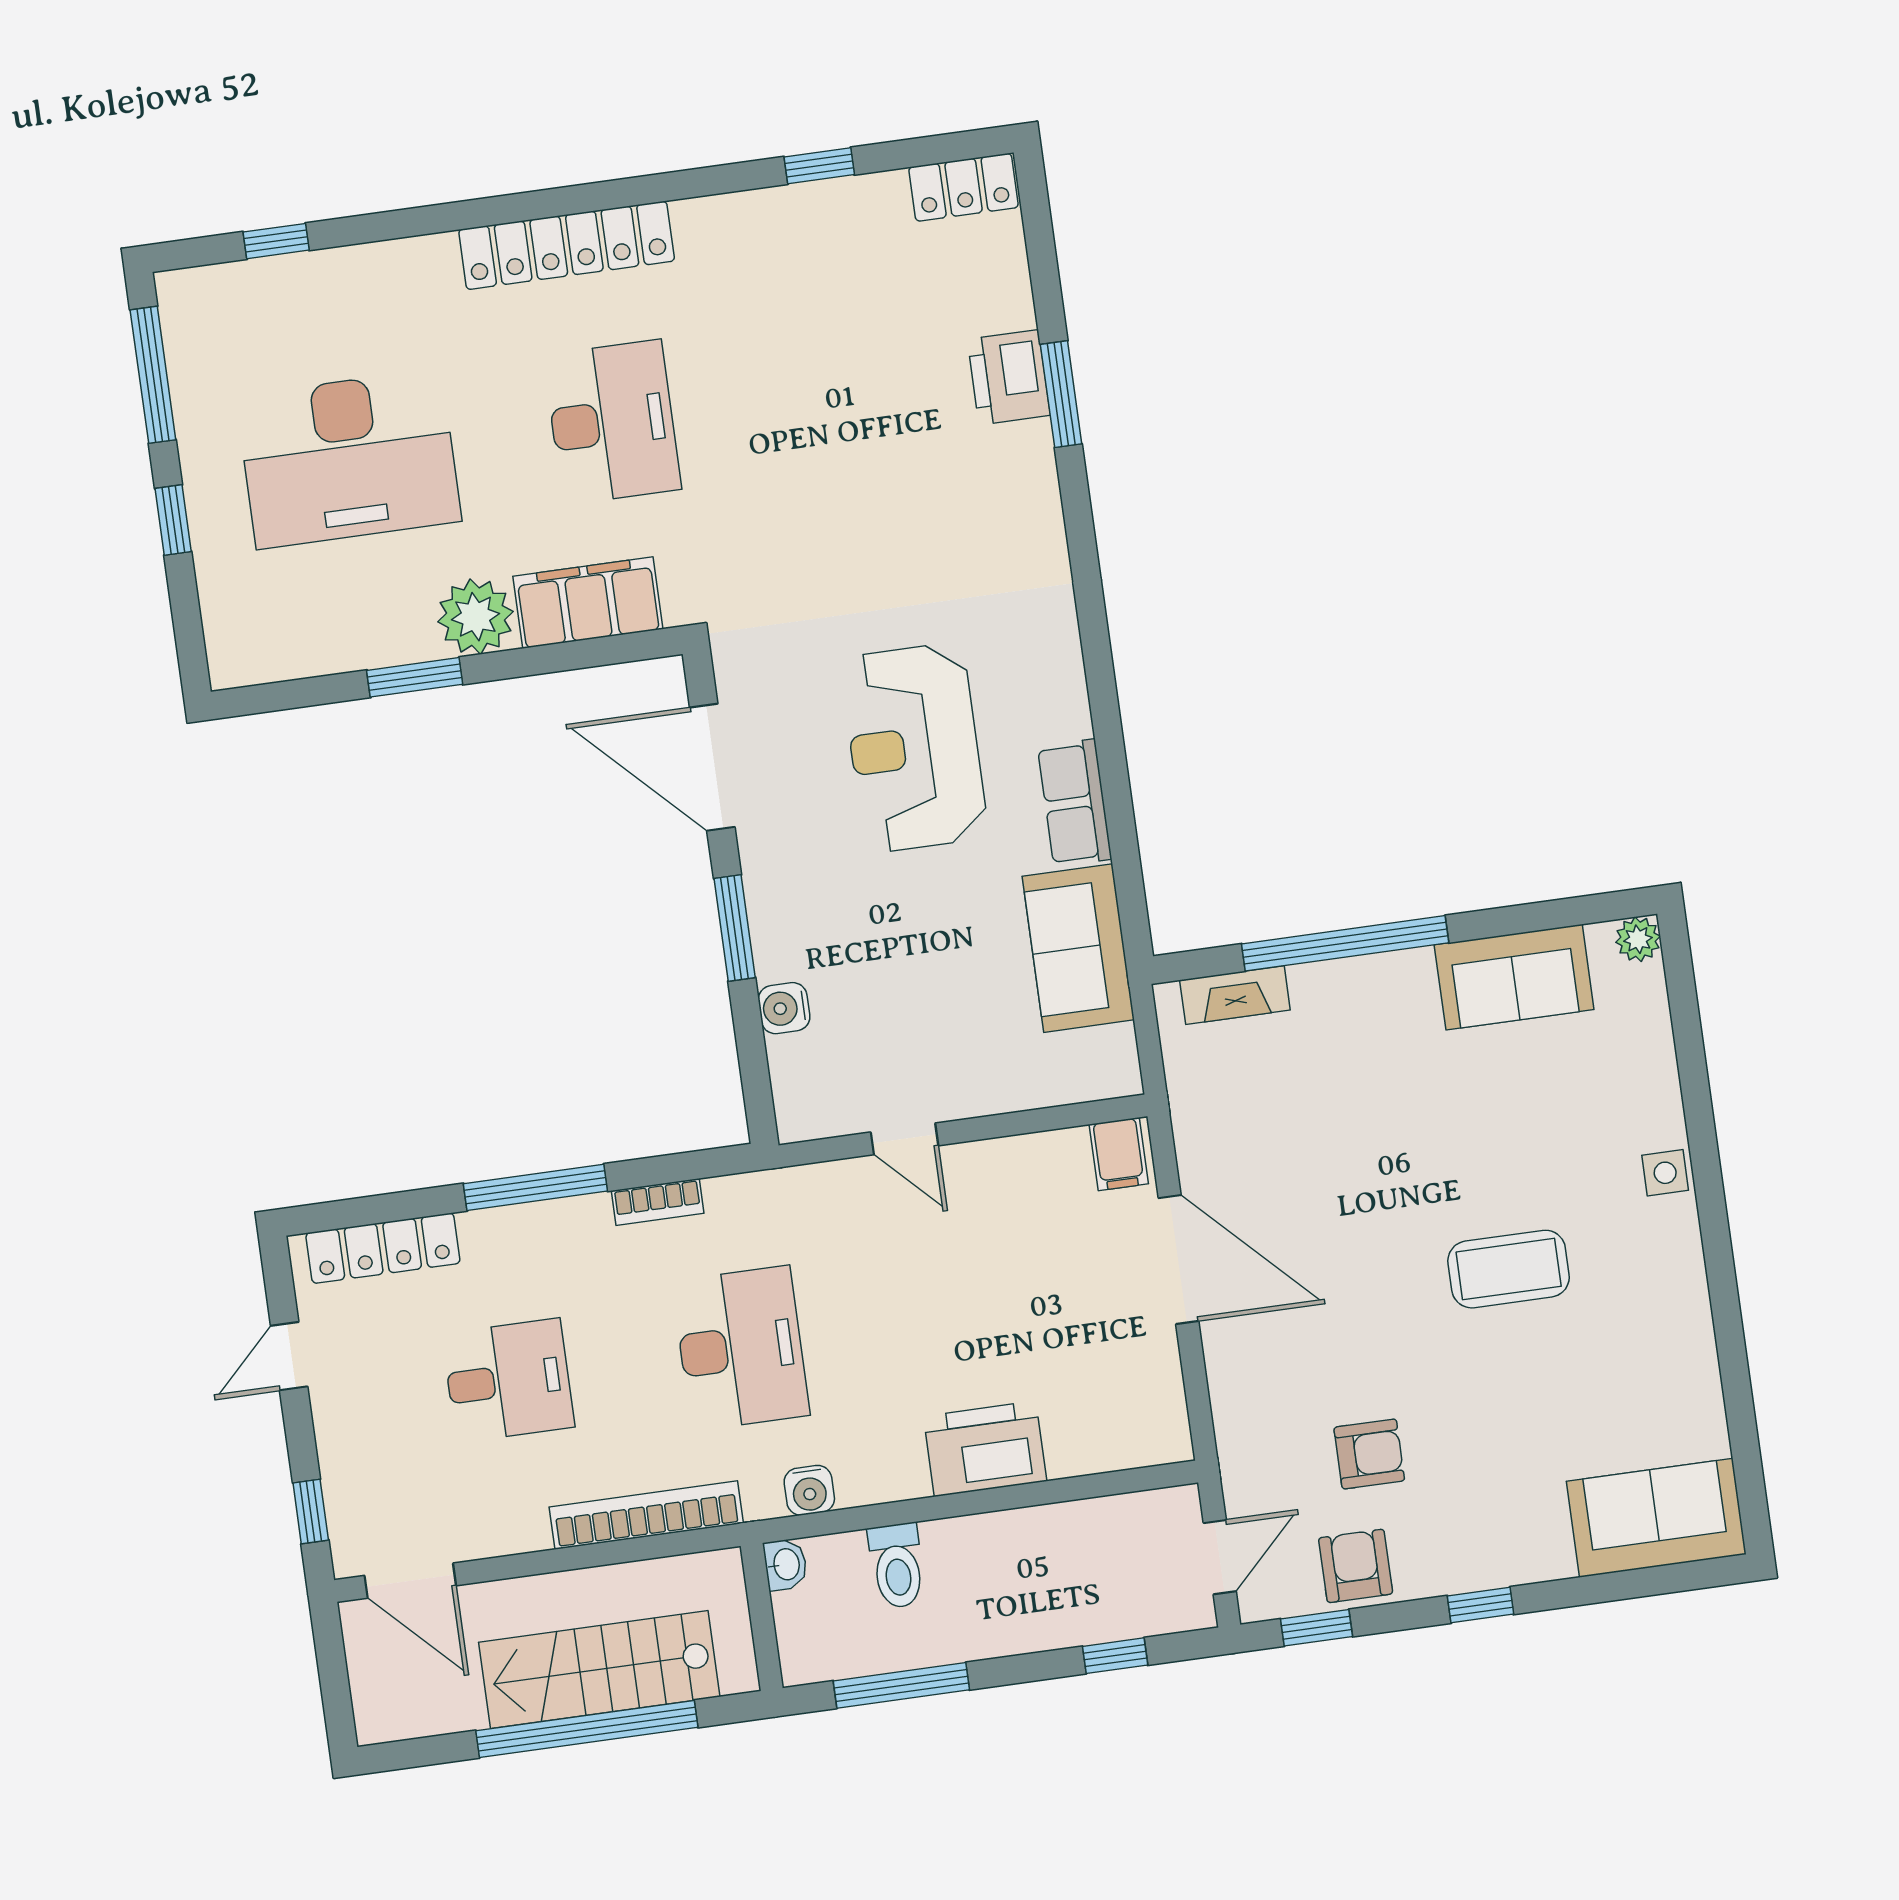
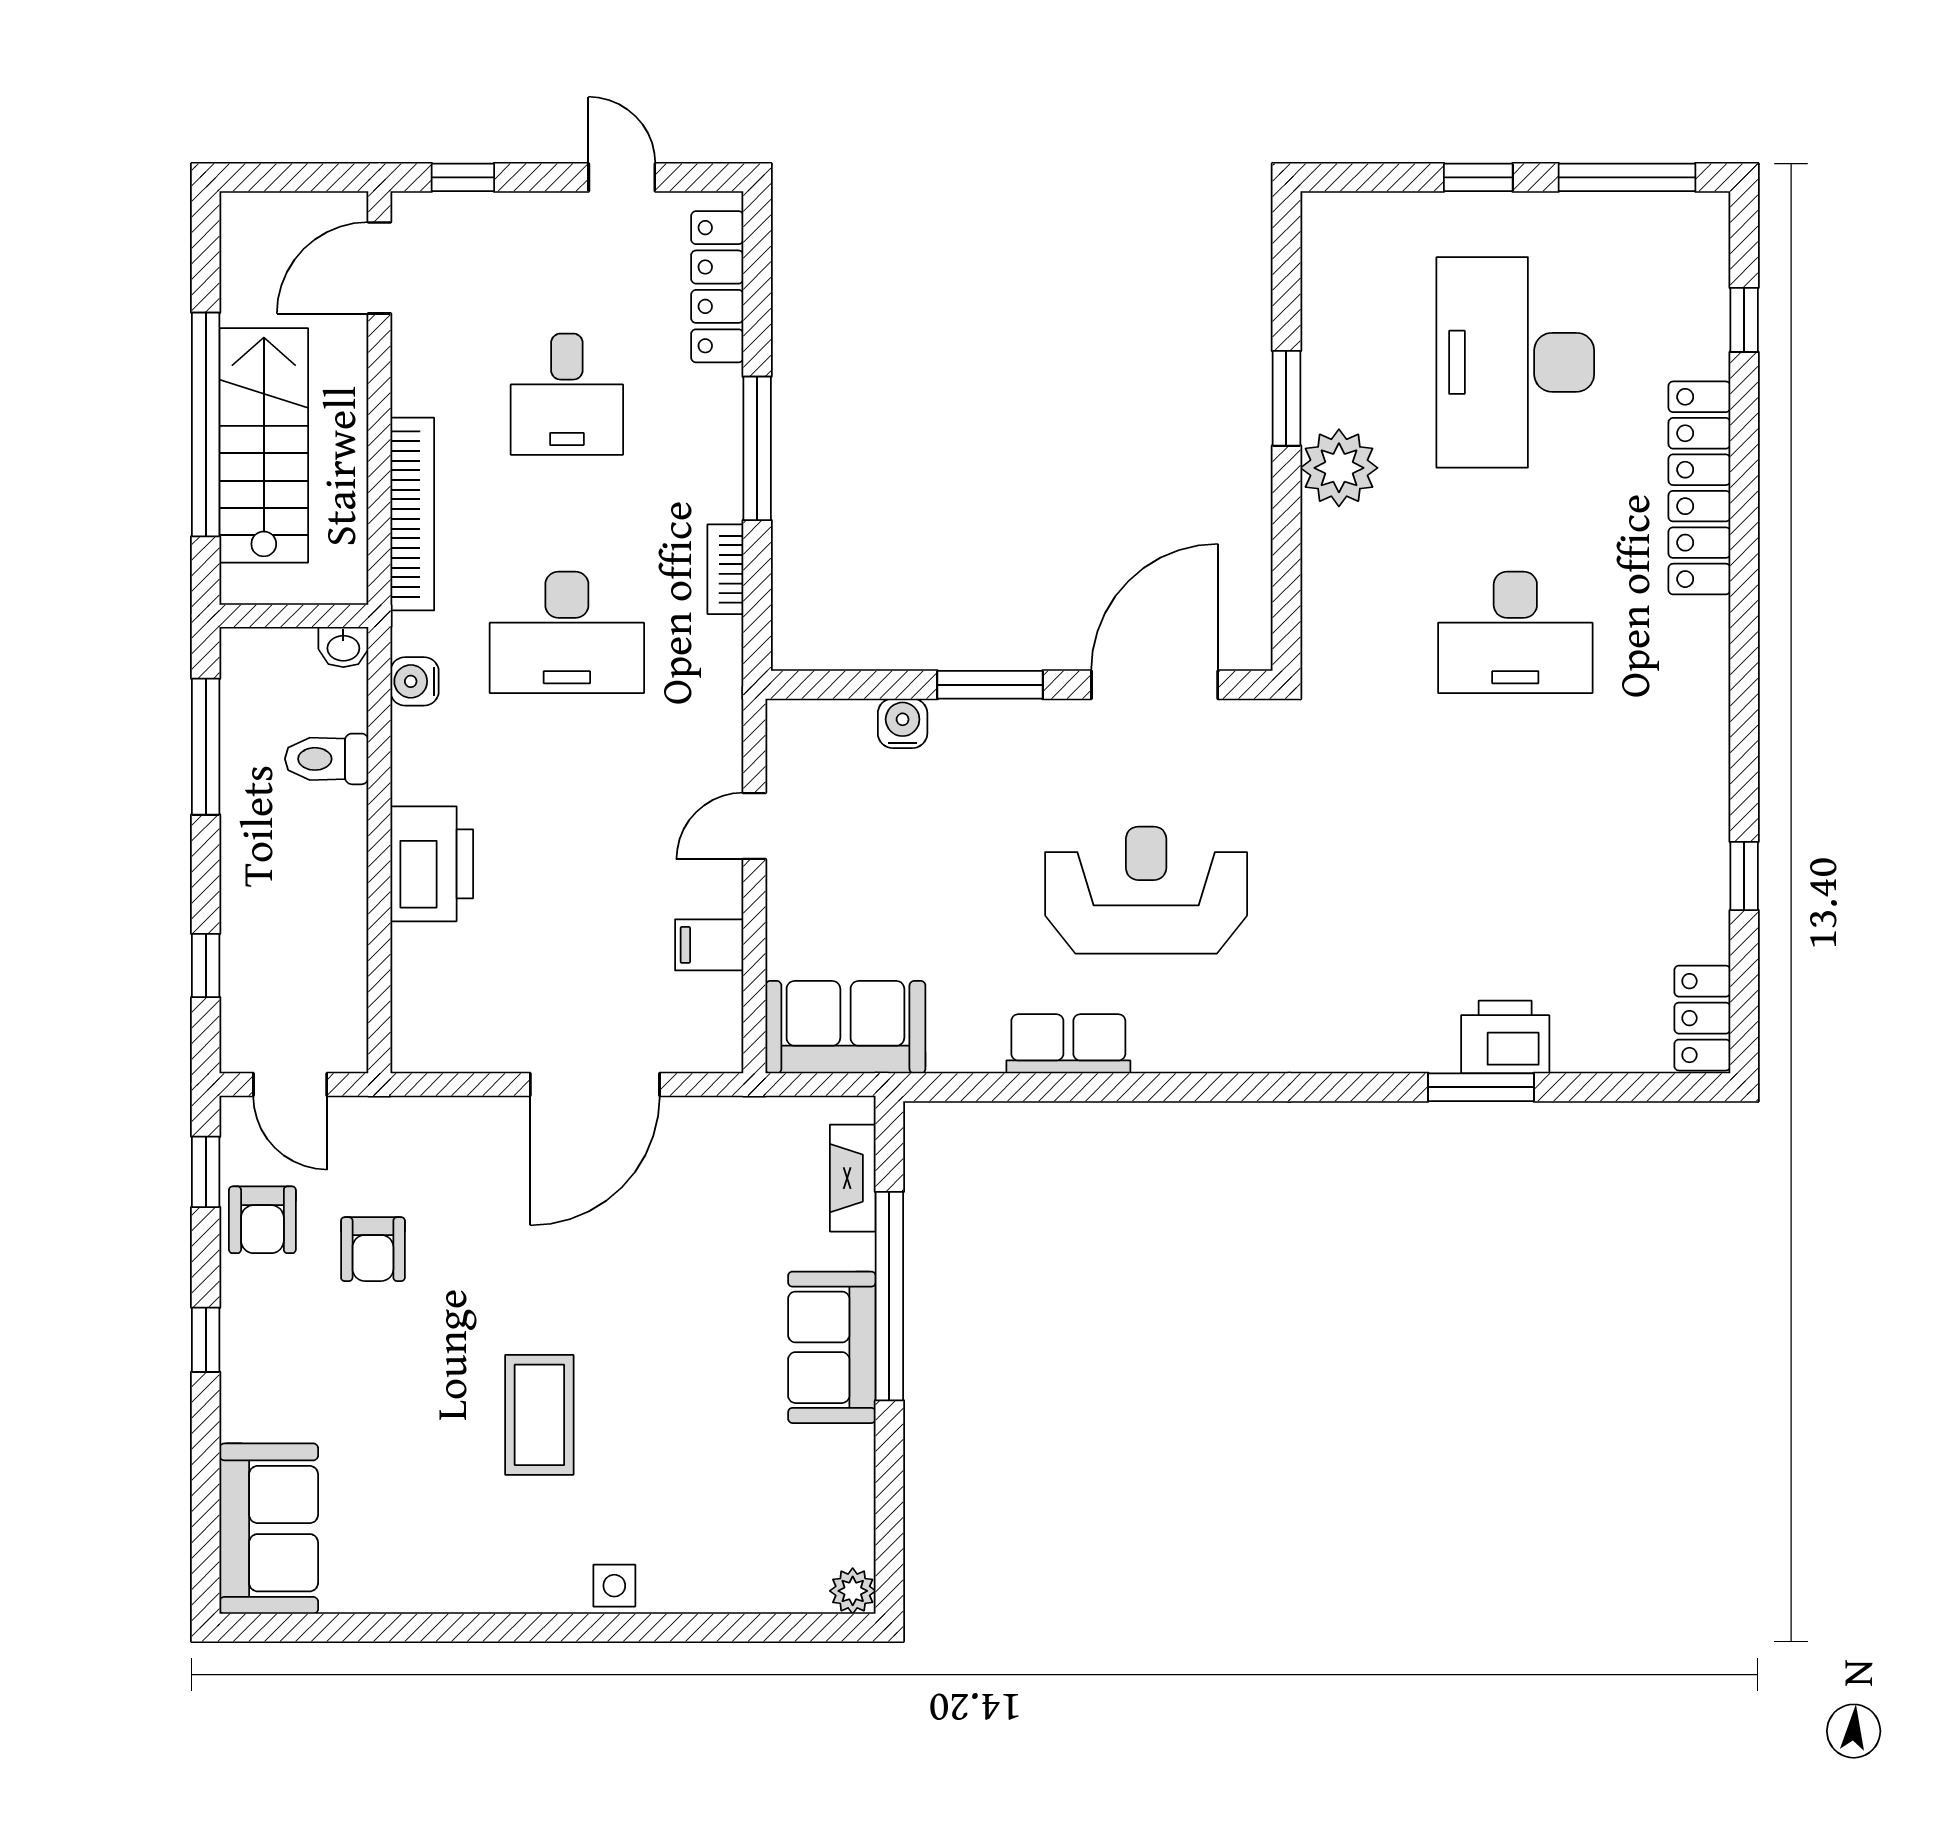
locker: (567, 245) -> (1699, 488), moved
filing cabinet: (588, 603) -> (1337, 583), removed
sofa: (1078, 948) -> (845, 1027), moved
sofa: (1514, 977) -> (832, 1347), moved
filing cabinet: (1119, 1154) -> (709, 945), moved
armchair: (1356, 1566) -> (262, 1220), turned 90

